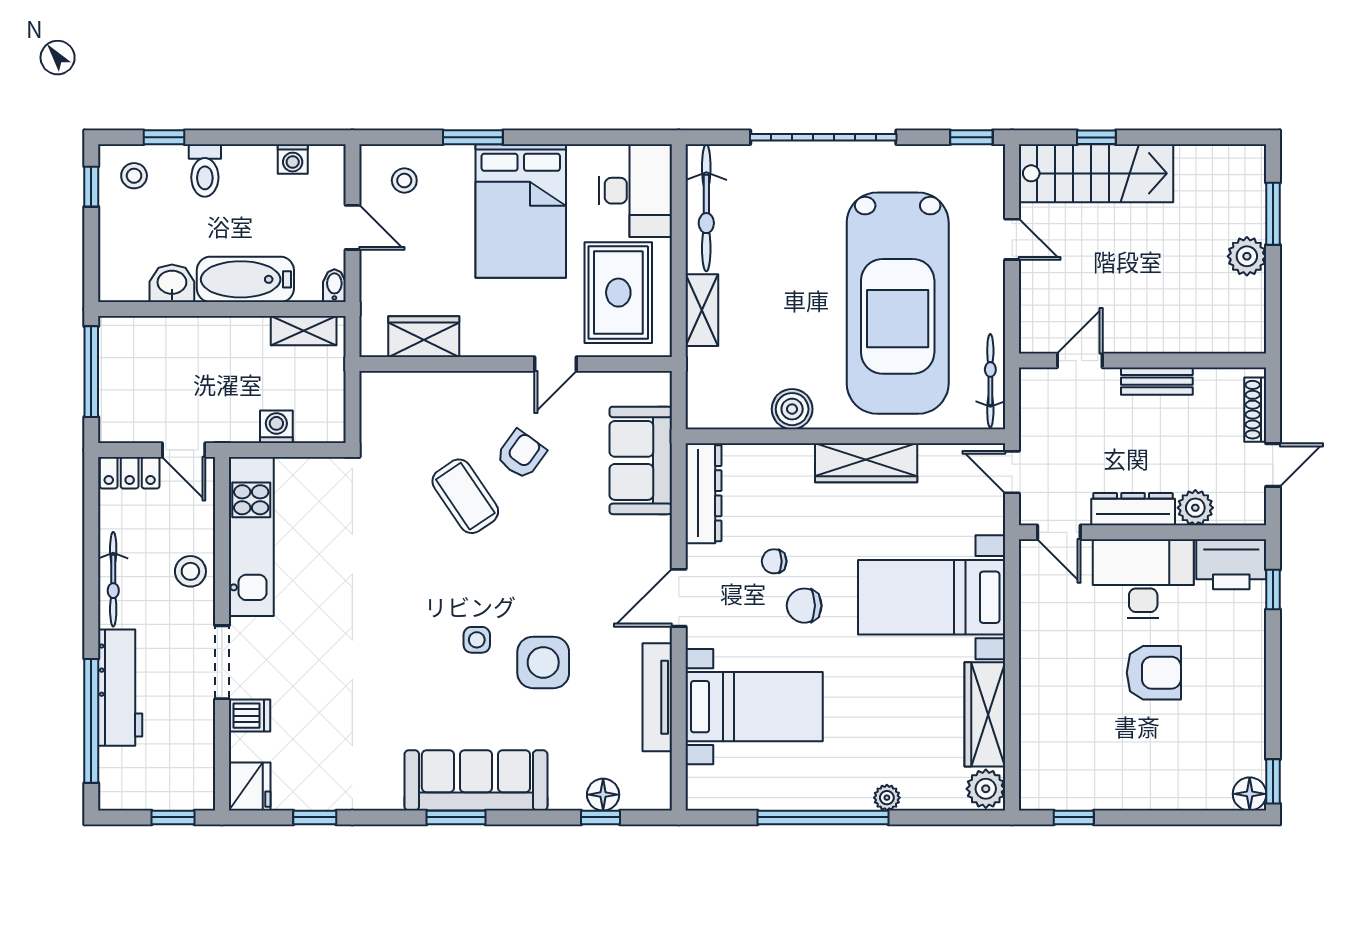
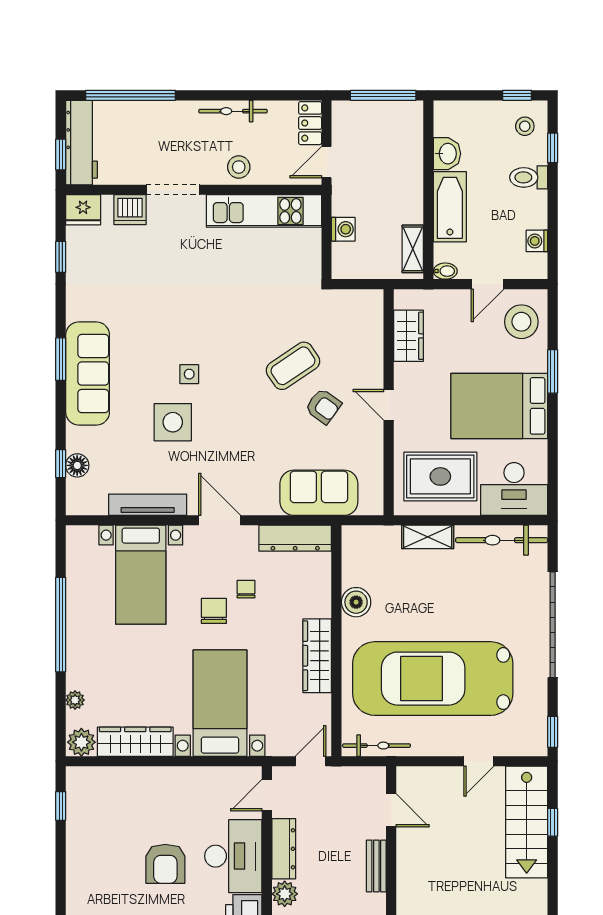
stool: (404, 181) -> (521, 322), width x1.89, depth x1.89
door: (556, 364) -> (389, 405), moved
workbench: (120, 688) -> (81, 143), moved, turned -90
dishwasher: (249, 716) -> (130, 210), width x1.38
plant: (887, 798) -> (75, 700), moved

